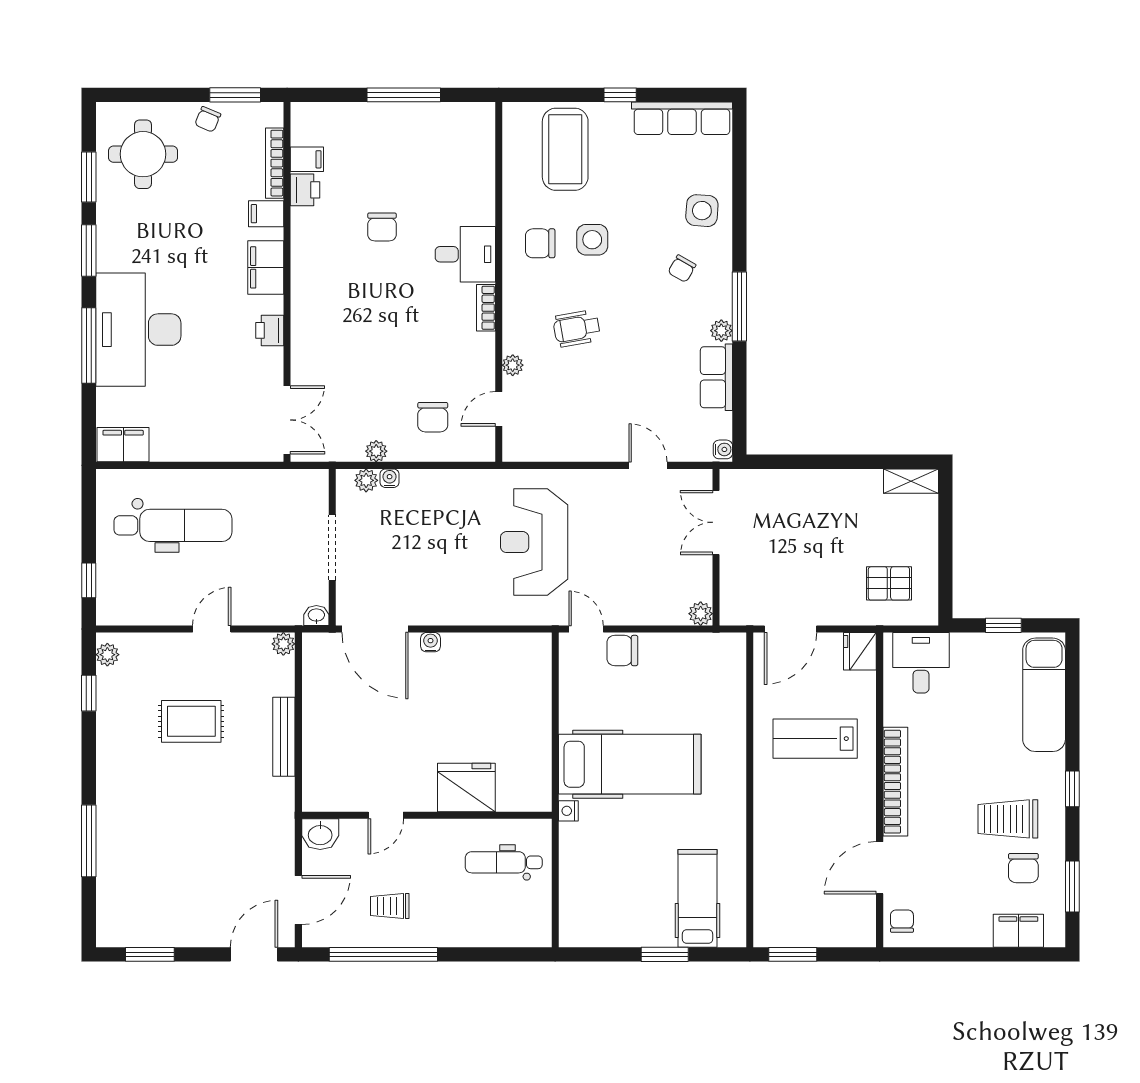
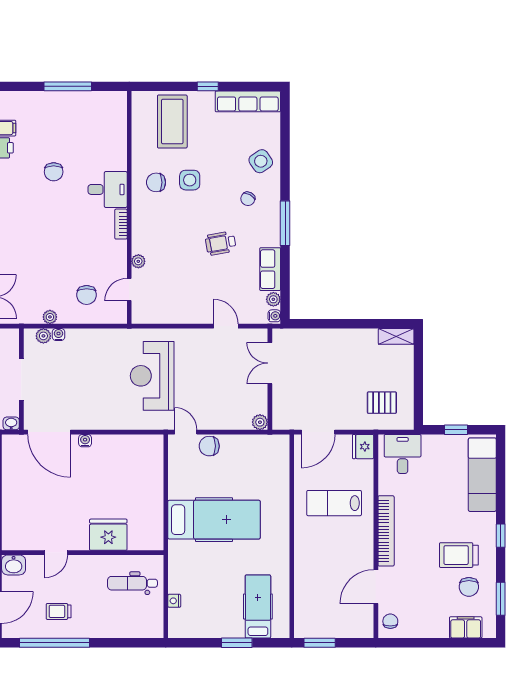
side table: (702, 211) -> (261, 161), turned -38
wheelchair: (577, 328) -> (221, 243), moved
plant: (721, 331) -> (273, 299), moved
nightstand: (568, 811) -> (174, 601), moved

